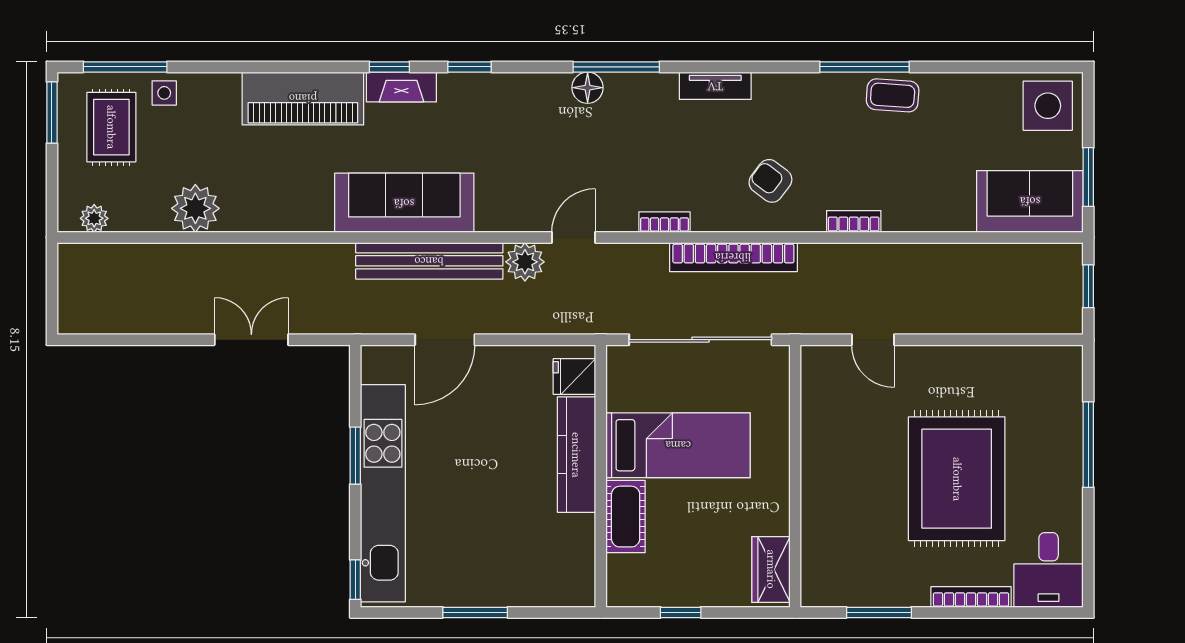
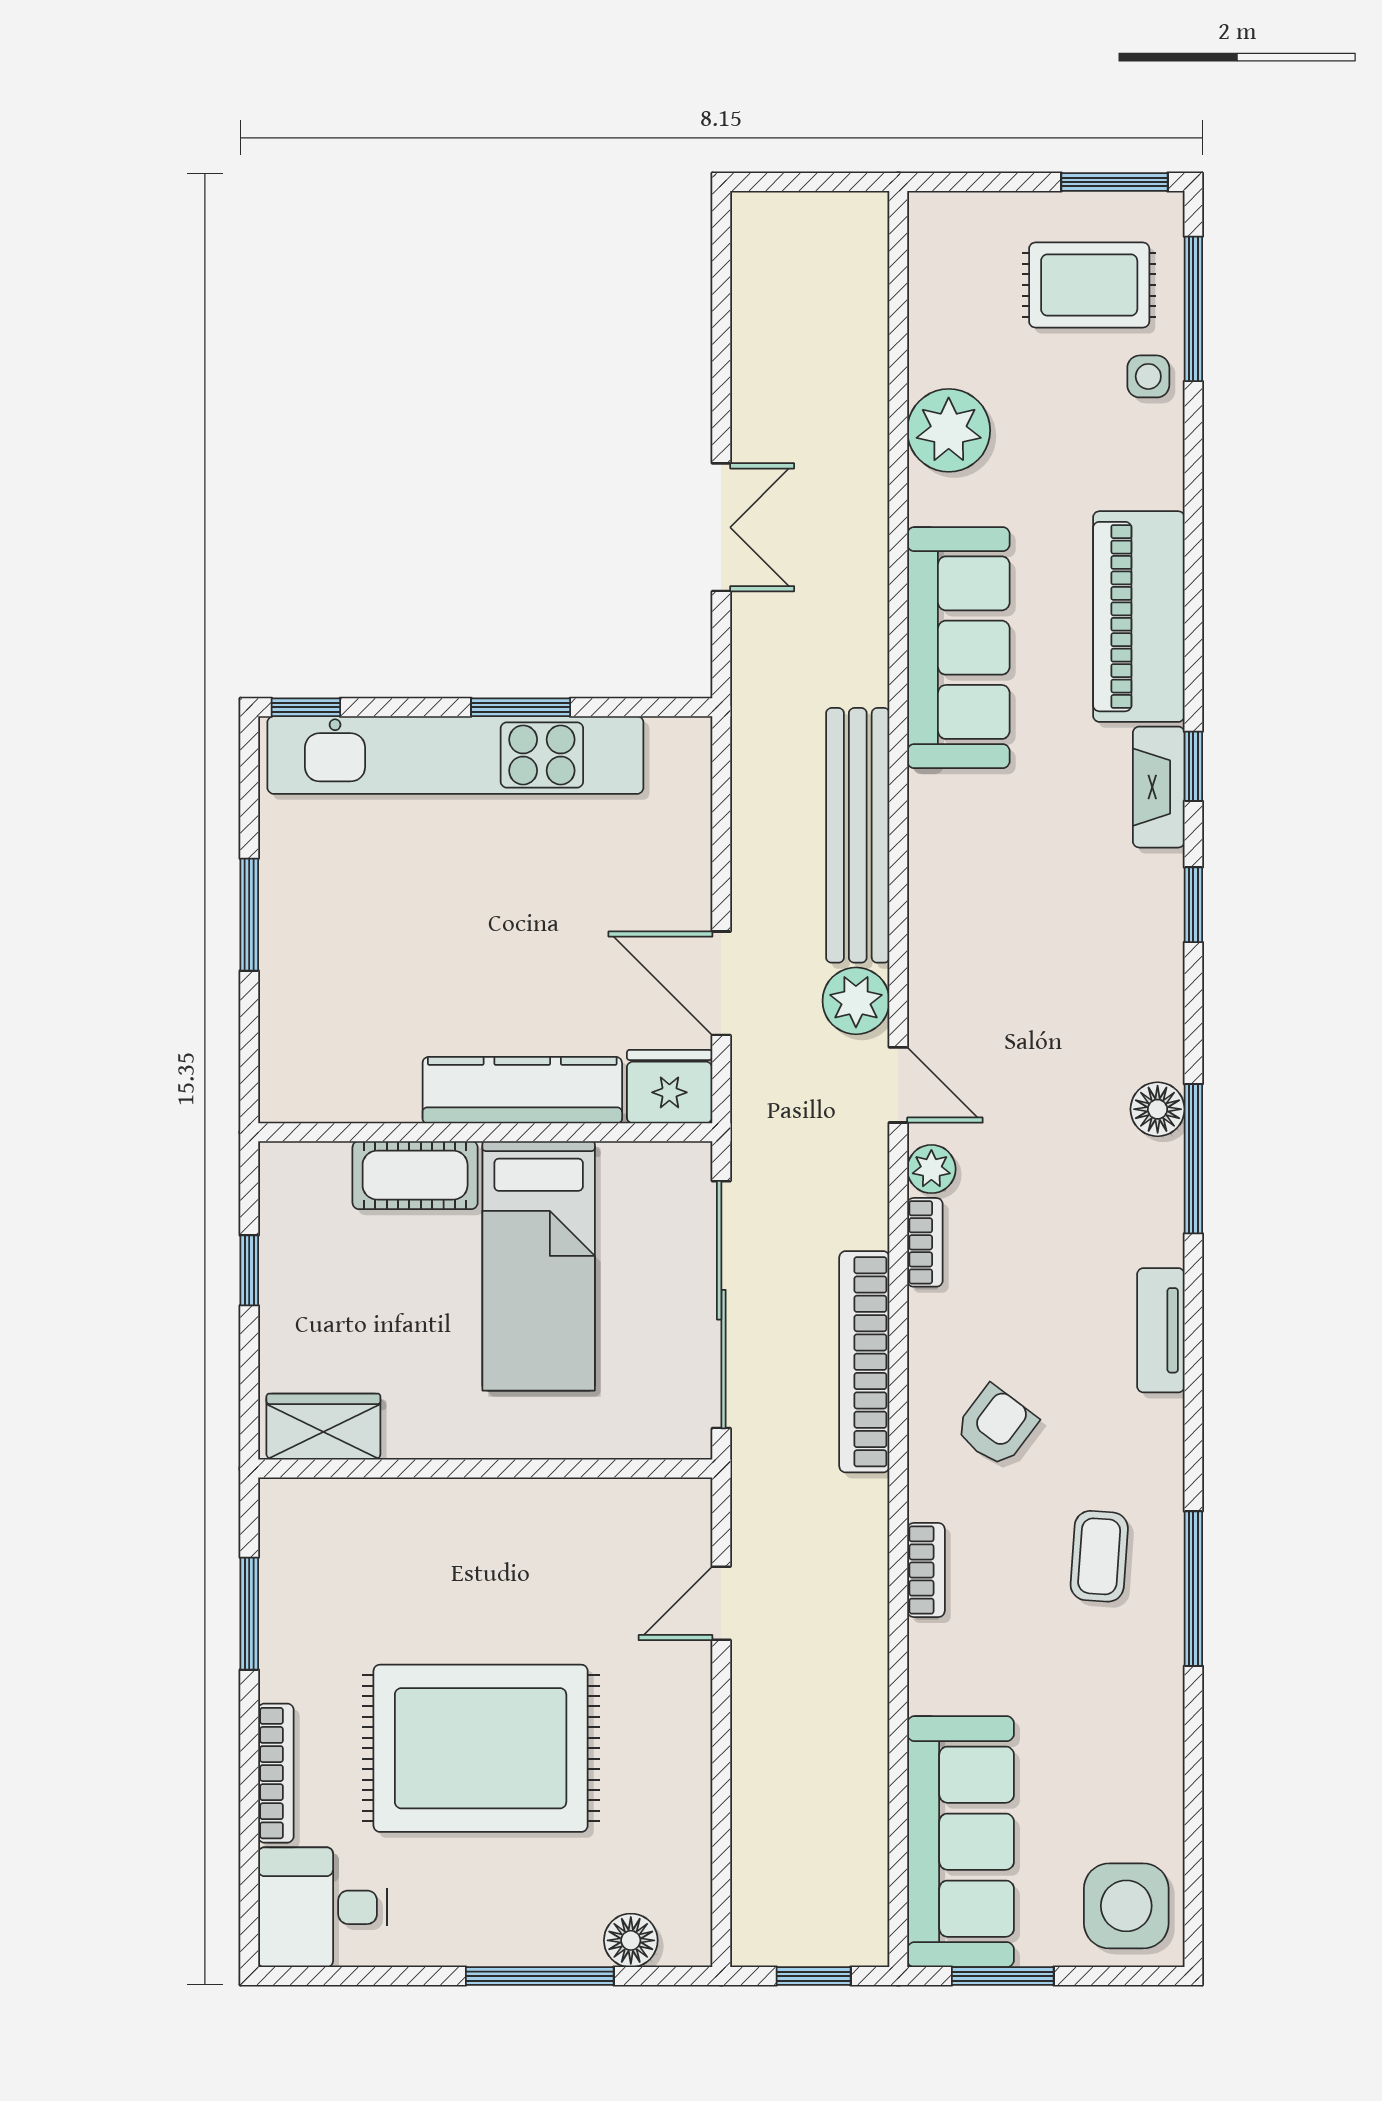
coffee table: (893, 95) -> (1099, 1556), moved
sofa: (1030, 201) -> (961, 1842), width x1.36
sofa: (404, 203) -> (958, 648), moved
plant: (94, 218) -> (931, 1169), moved
door: (445, 340) -> (721, 983), moved
fridge: (574, 376) -> (669, 1087), width x1.38
floor lamp: (1068, 392) -> (631, 1940), added

